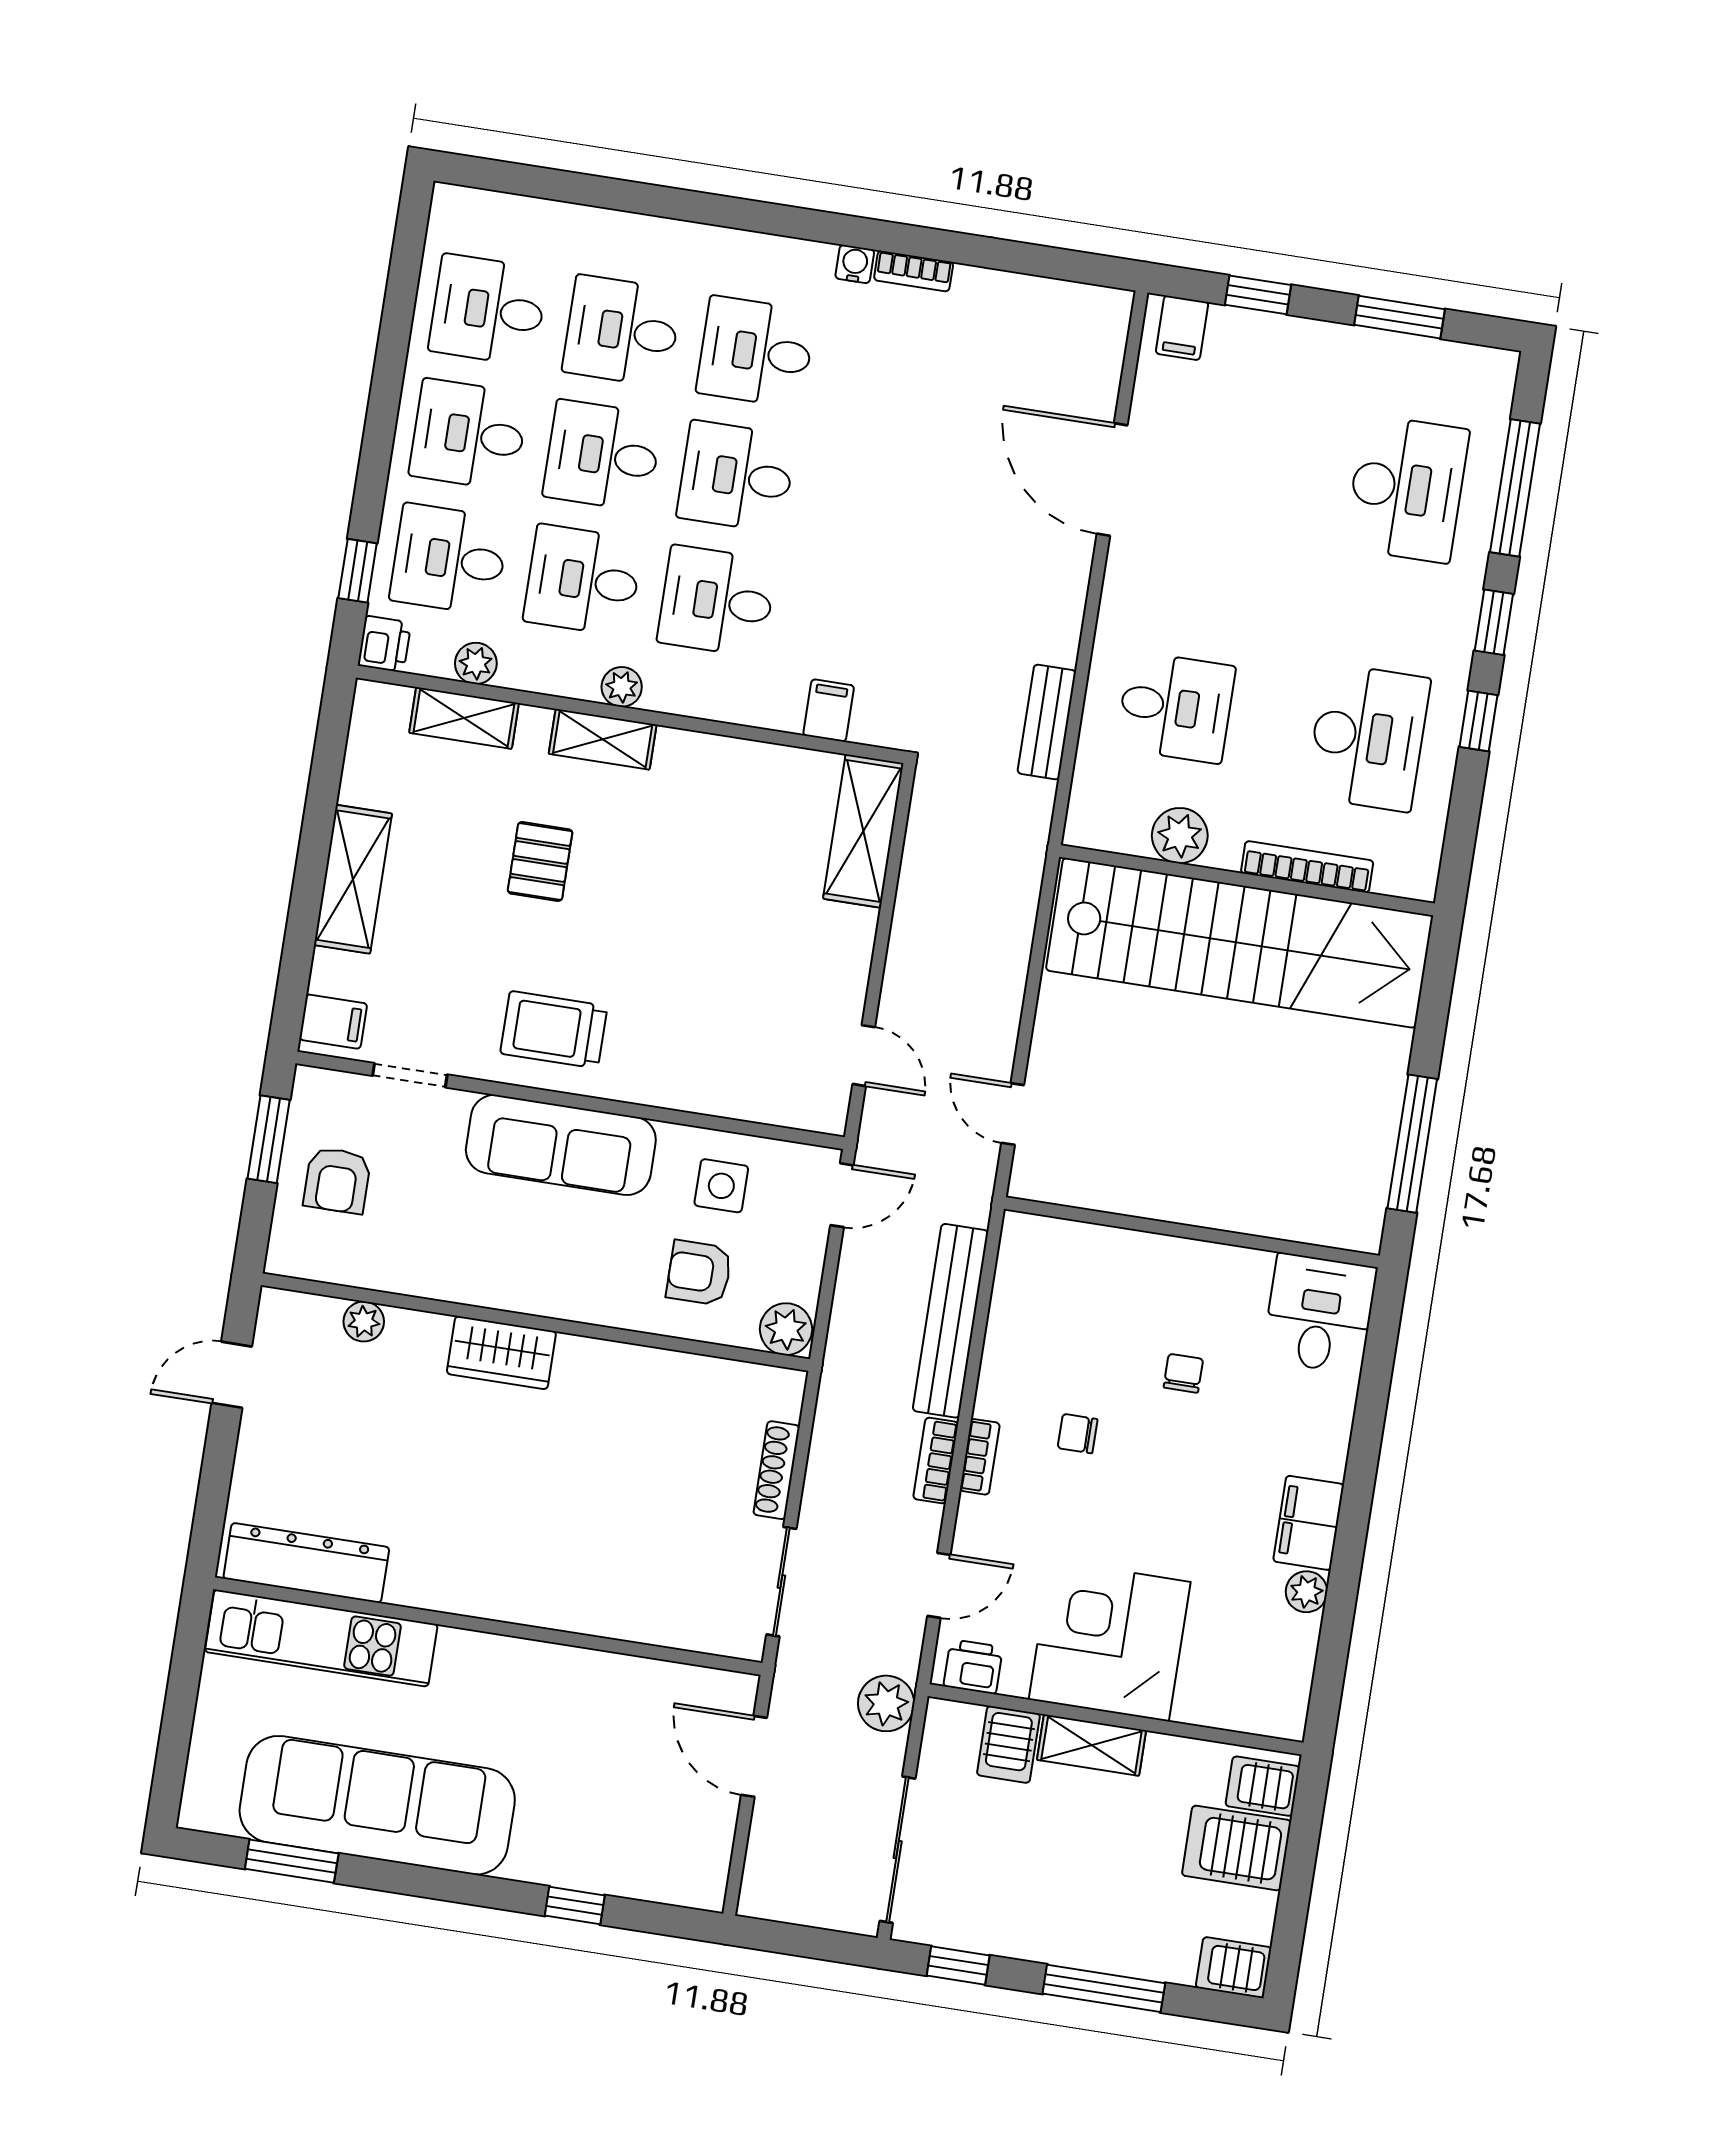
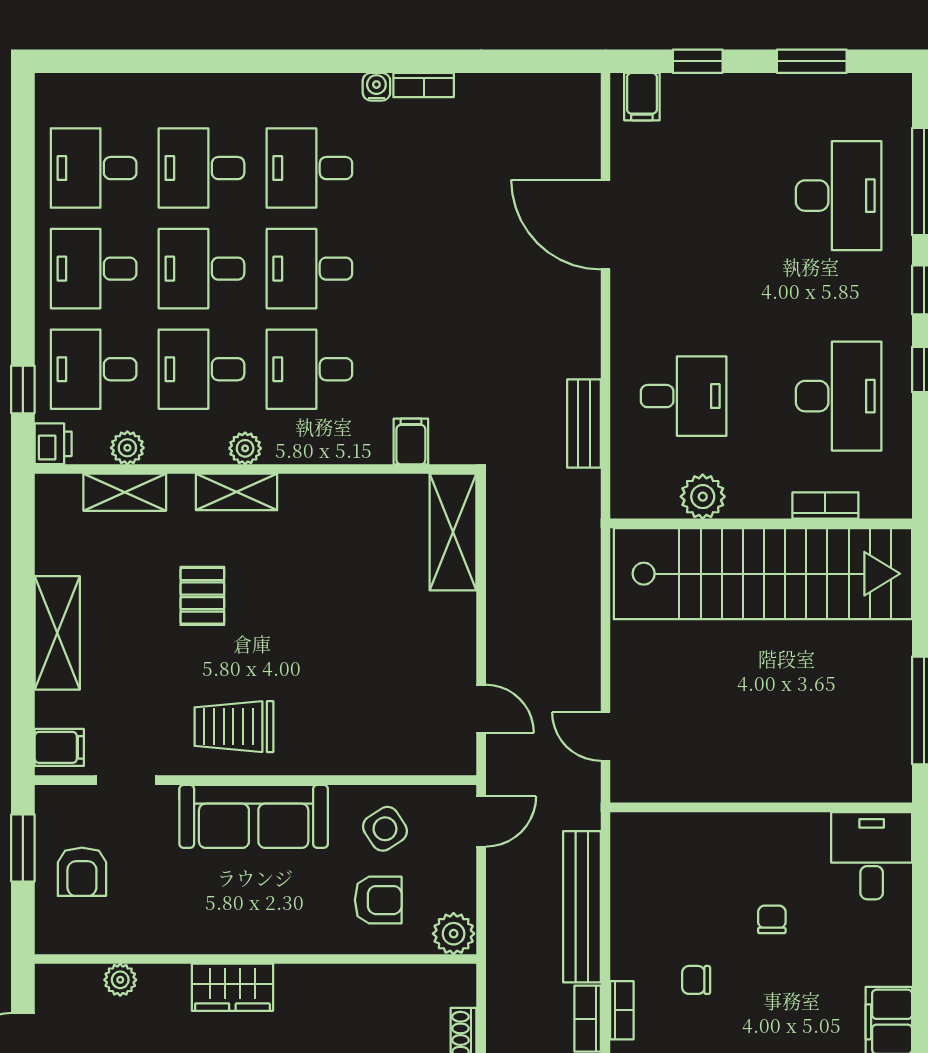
bookcase: (1307, 867) -> (825, 506), width x0.64
side table: (721, 1186) -> (385, 829), turned -33
armchair: (699, 1273) -> (378, 900), turned 180

